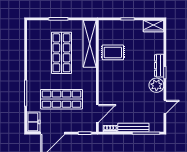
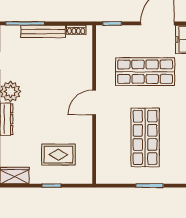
shelving: (90, 44) -> (105, 150), removed
rug: (113, 52) -> (58, 155), moved
door: (97, 113) -> (94, 103), moved

